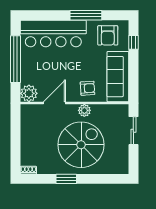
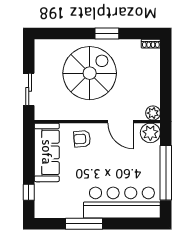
armchair: (108, 35) -> (59, 200), removed
door: (54, 103) -> (121, 122), hinge flipped
plant: (84, 110) -> (153, 113), moved
spiral stairs: (81, 145) -> (90, 73), turned 180

